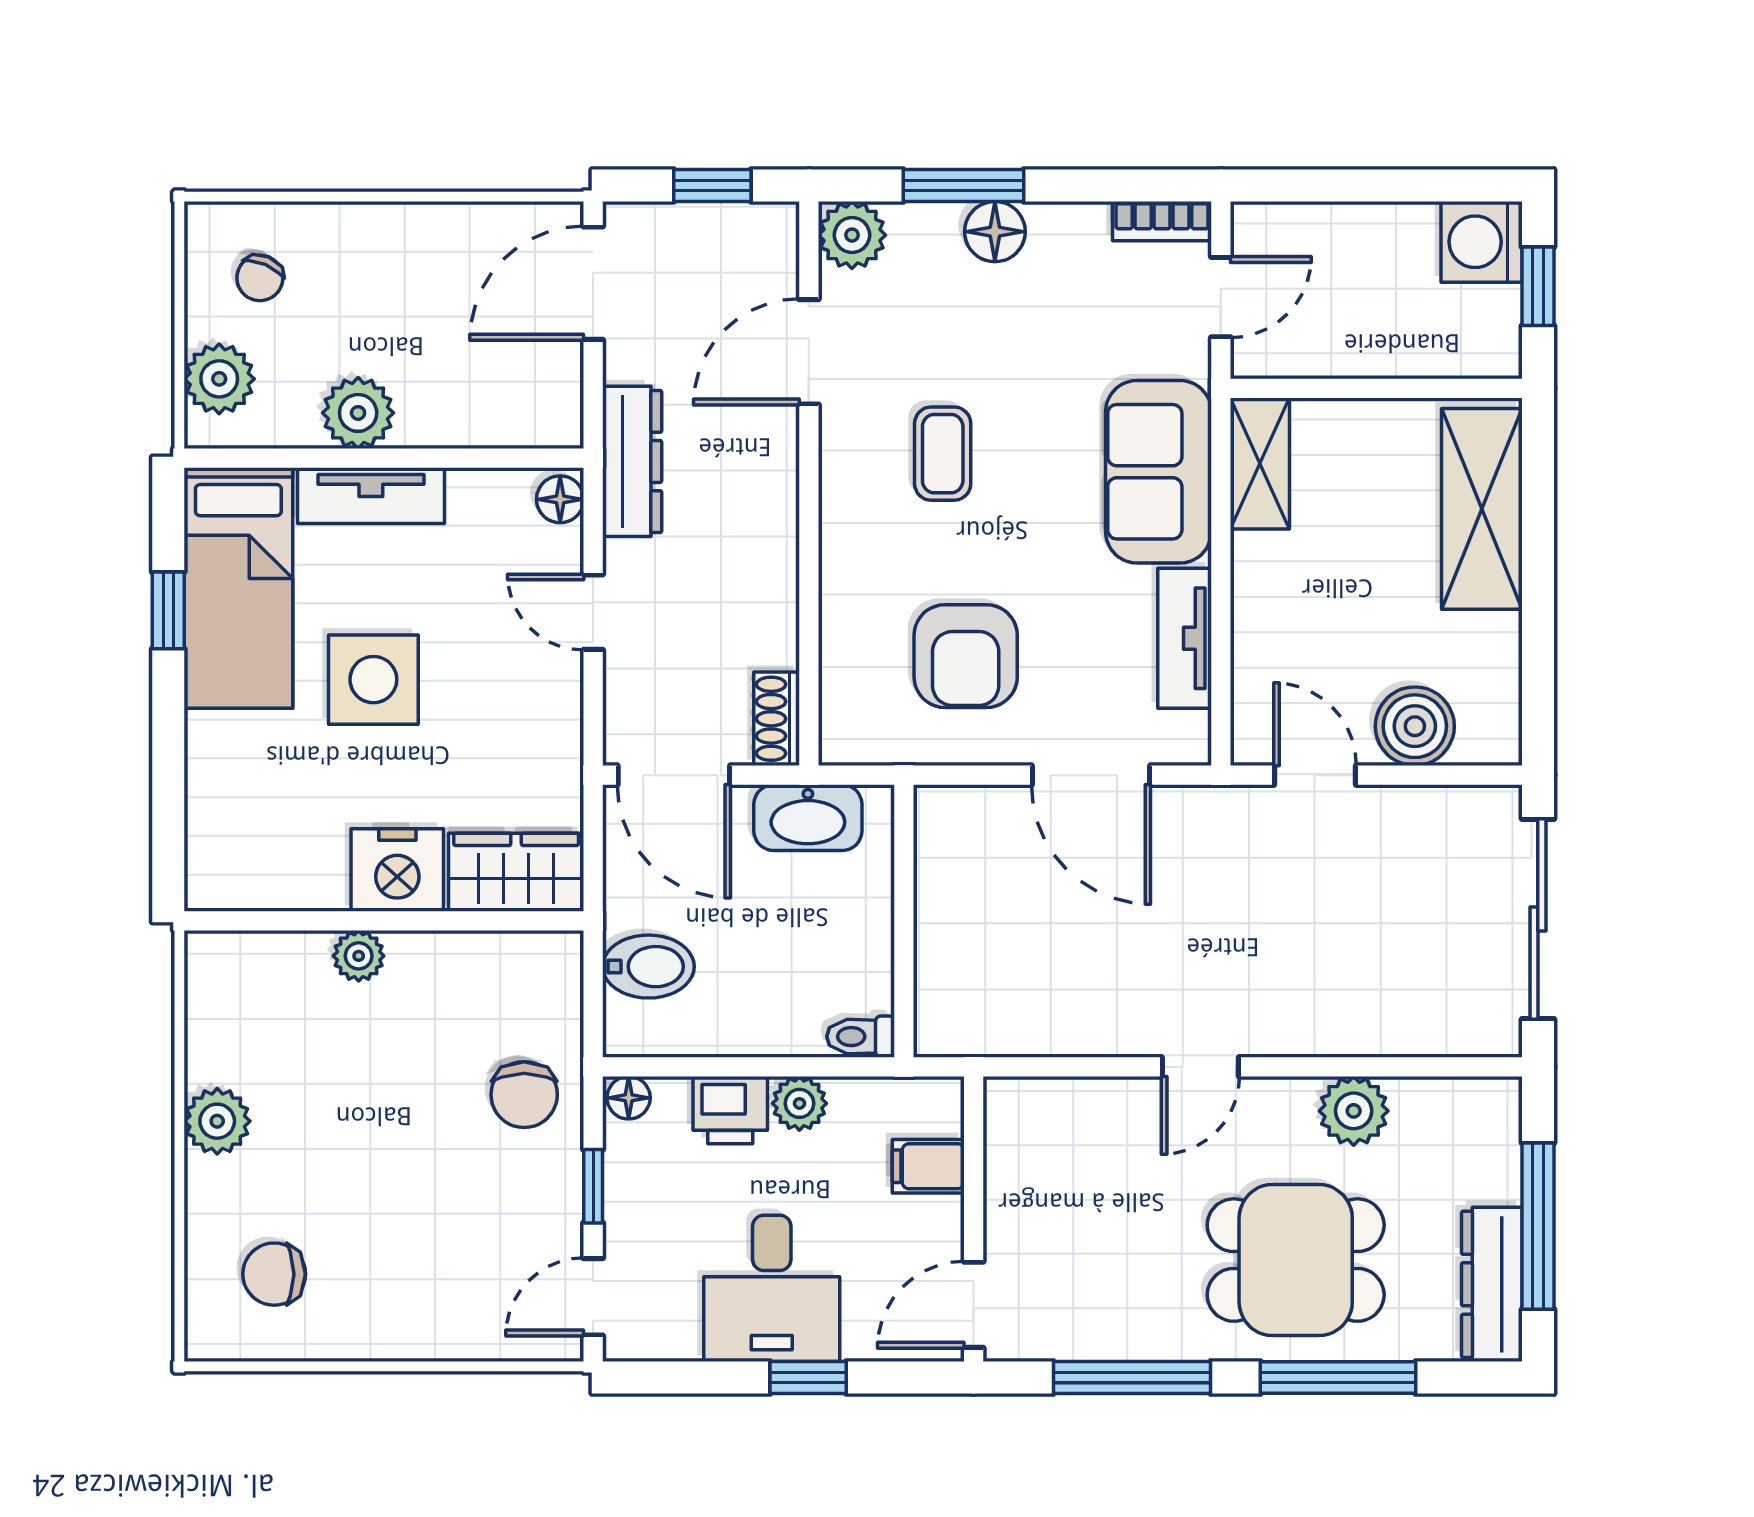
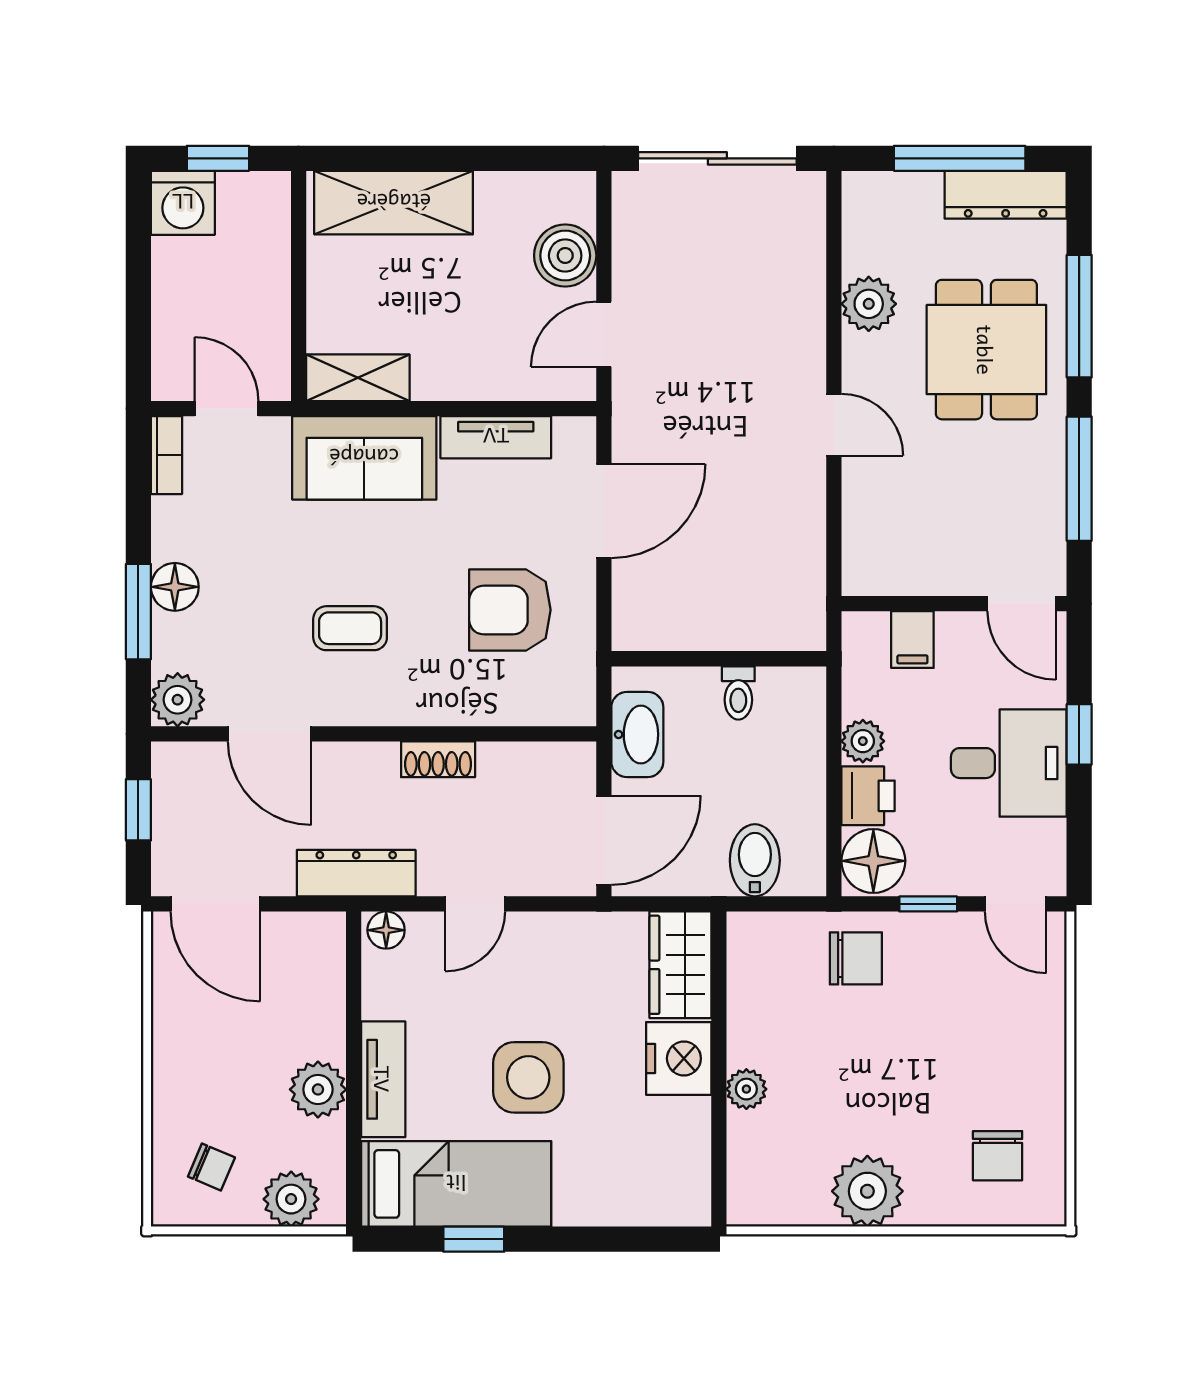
armchair: (966, 656) -> (510, 610), turned 180
shoe rack: (777, 719) -> (438, 759), moved
toilet: (861, 1037) -> (738, 693), moved
floor lamp: (629, 1098) -> (873, 861), width x1.89, depth x1.89
plant: (217, 1121) -> (867, 1191), width x1.36, depth x1.36

